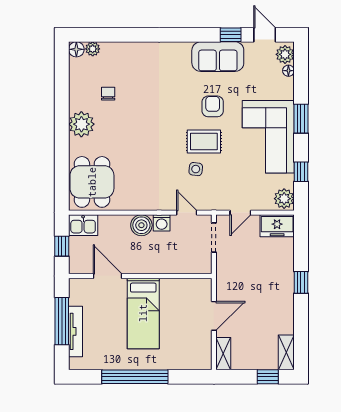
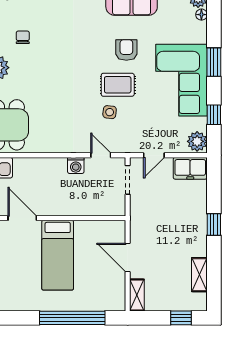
boiler: (141, 225) -> (56, 168), removed
door: (214, 316) -> (128, 258), swing flipped
shelving: (286, 352) -> (199, 275), moved
window: (135, 377) -> (72, 318), moved

